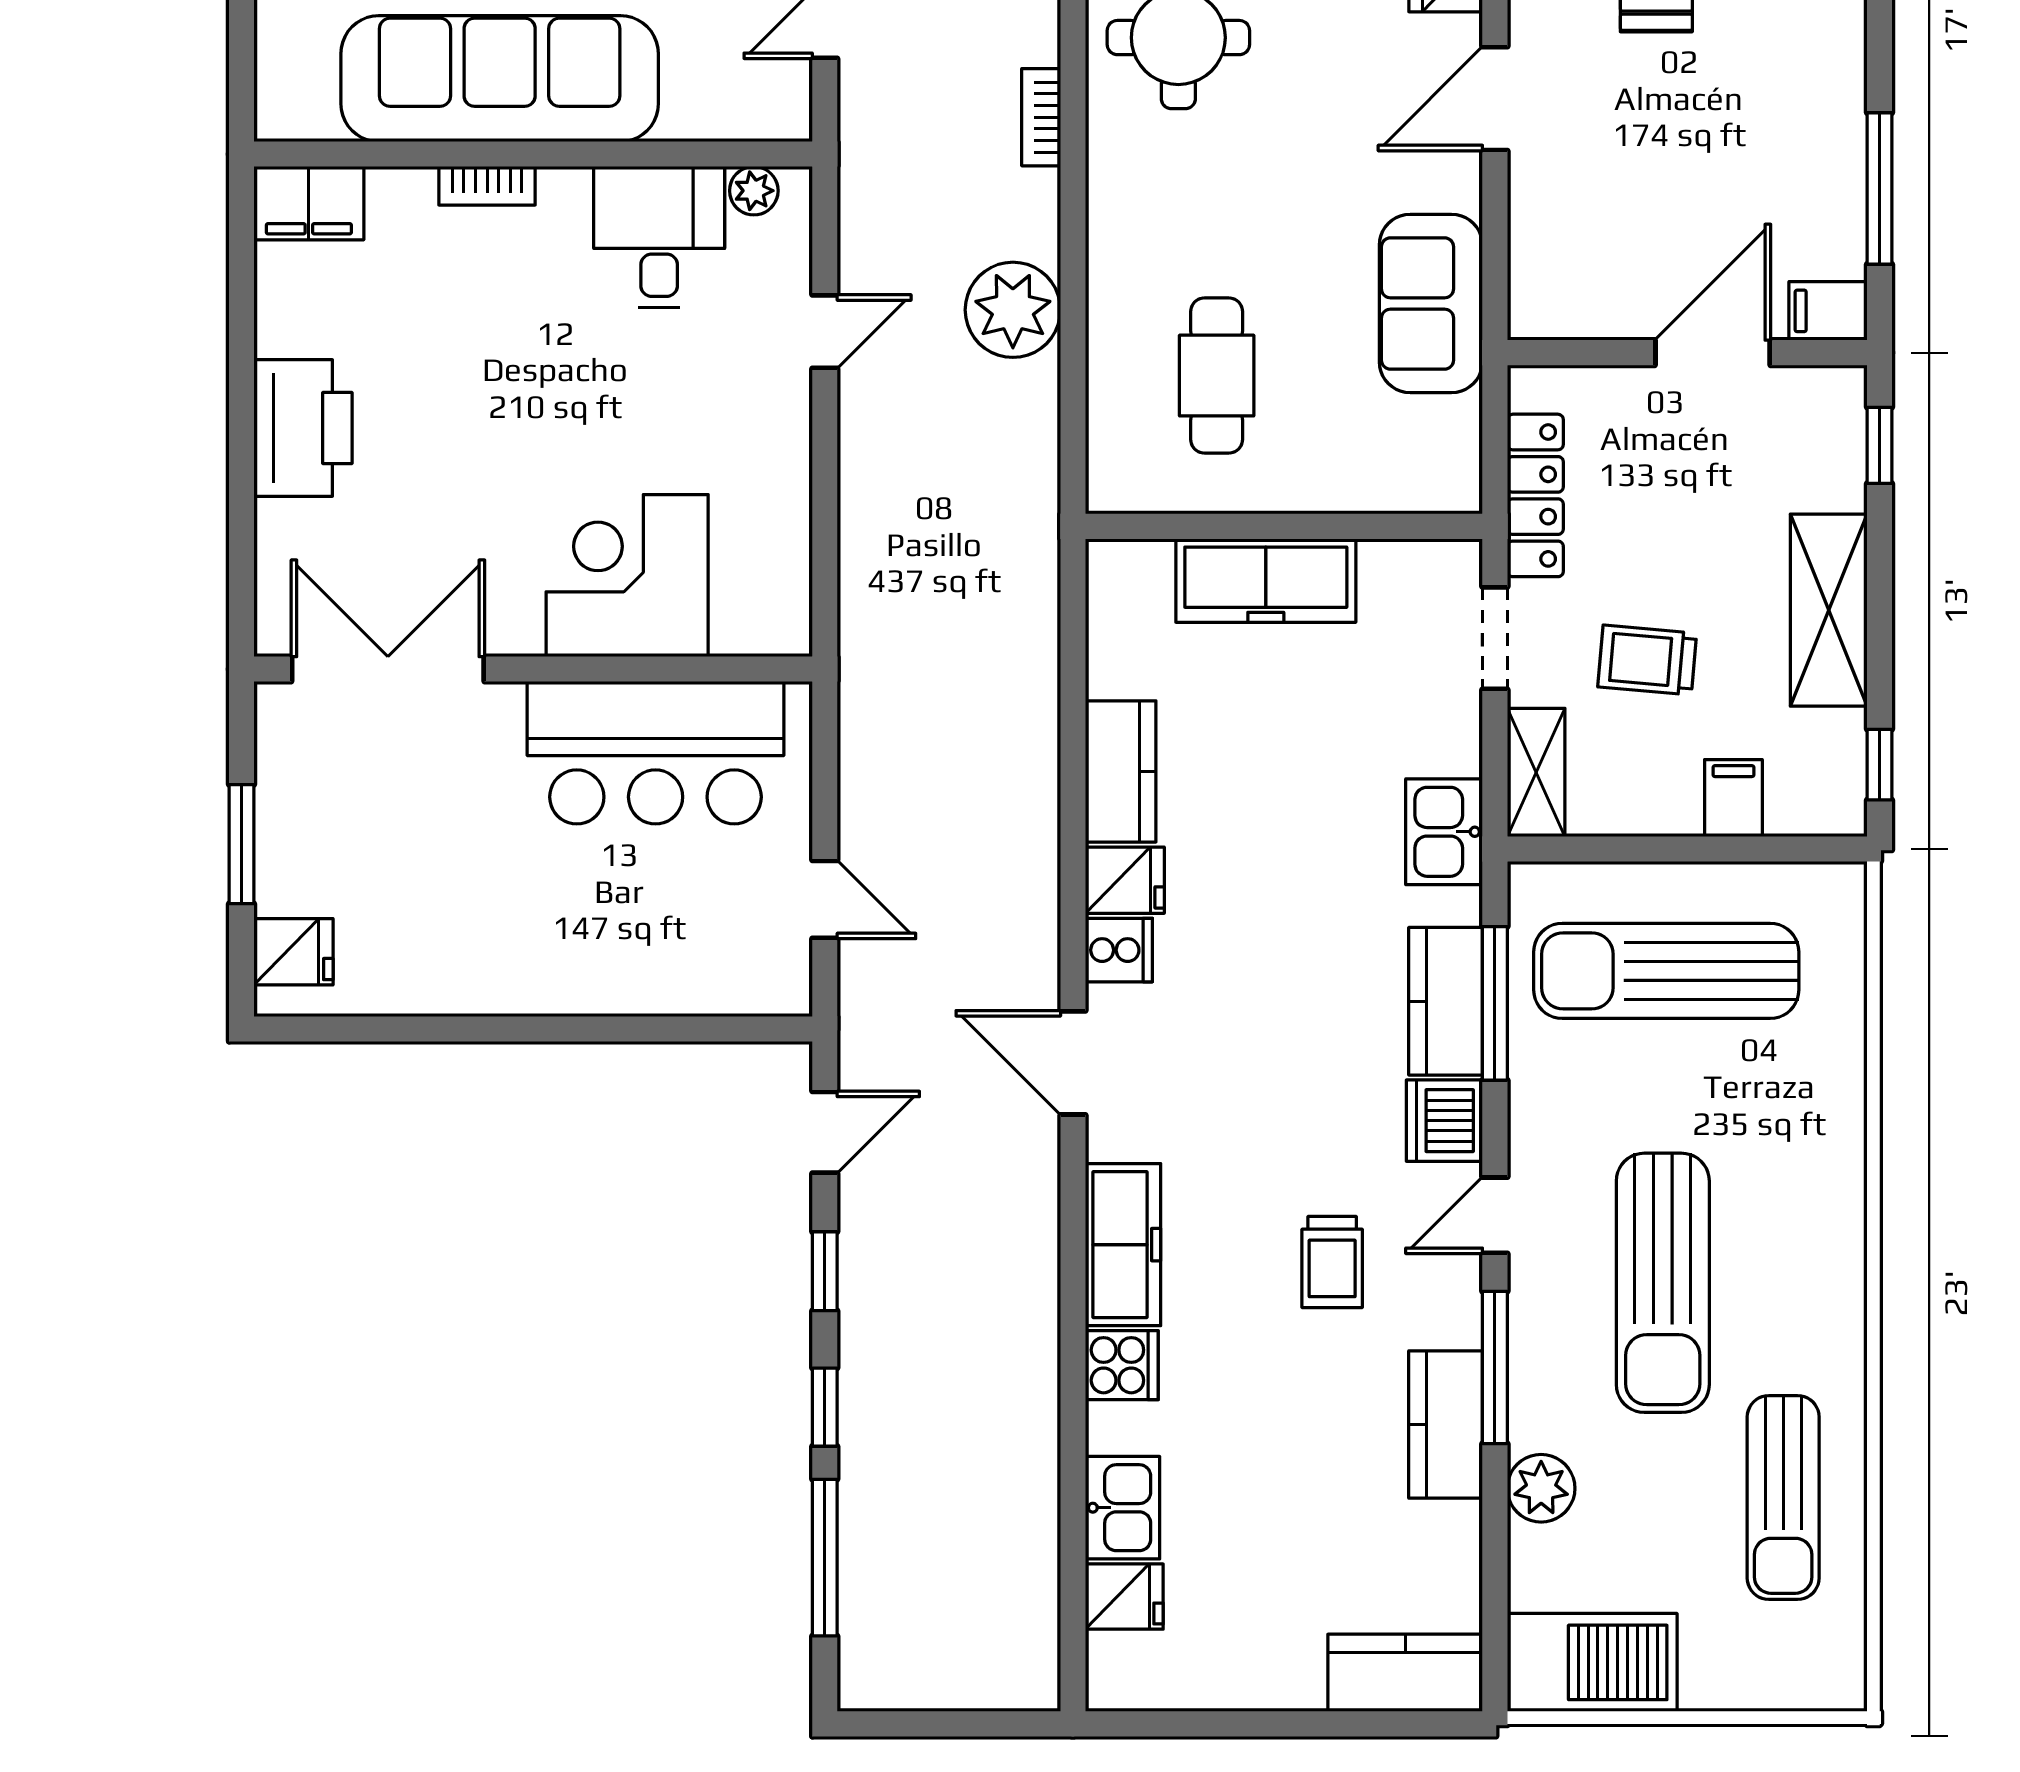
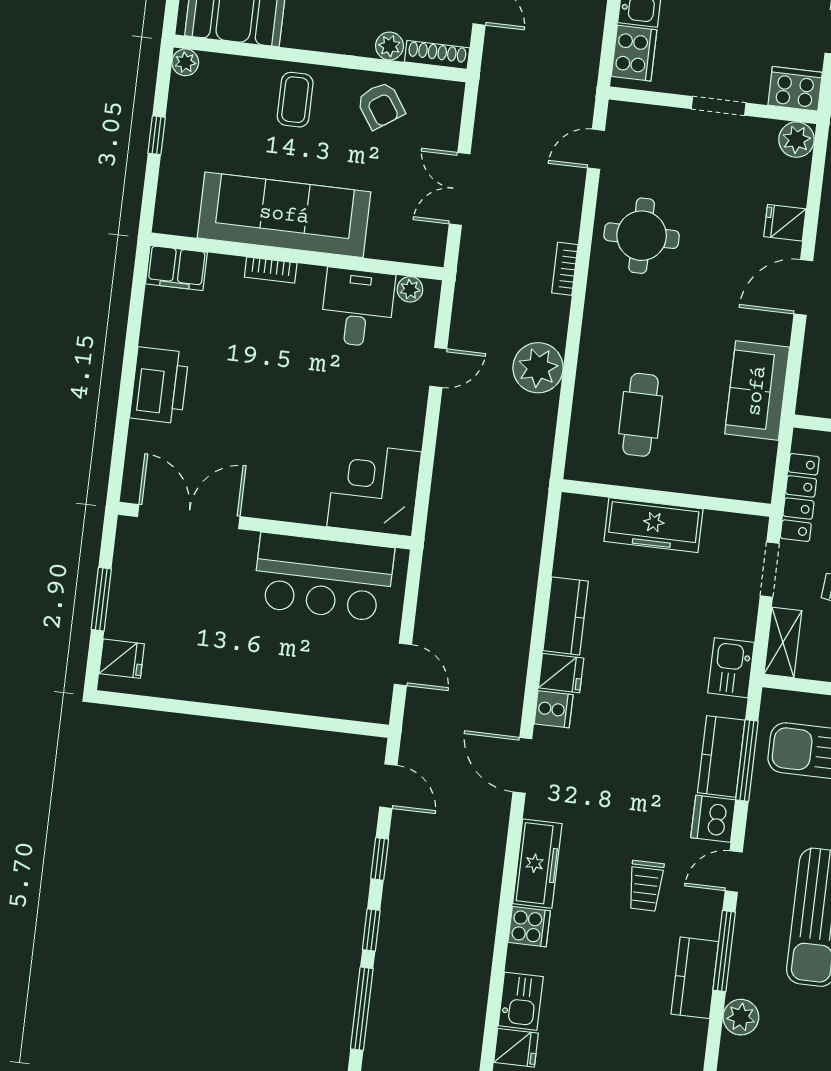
corner desk: (627, 576) -> (374, 489), moved
door: (825, 1132) -> (388, 786), hinge flipped

